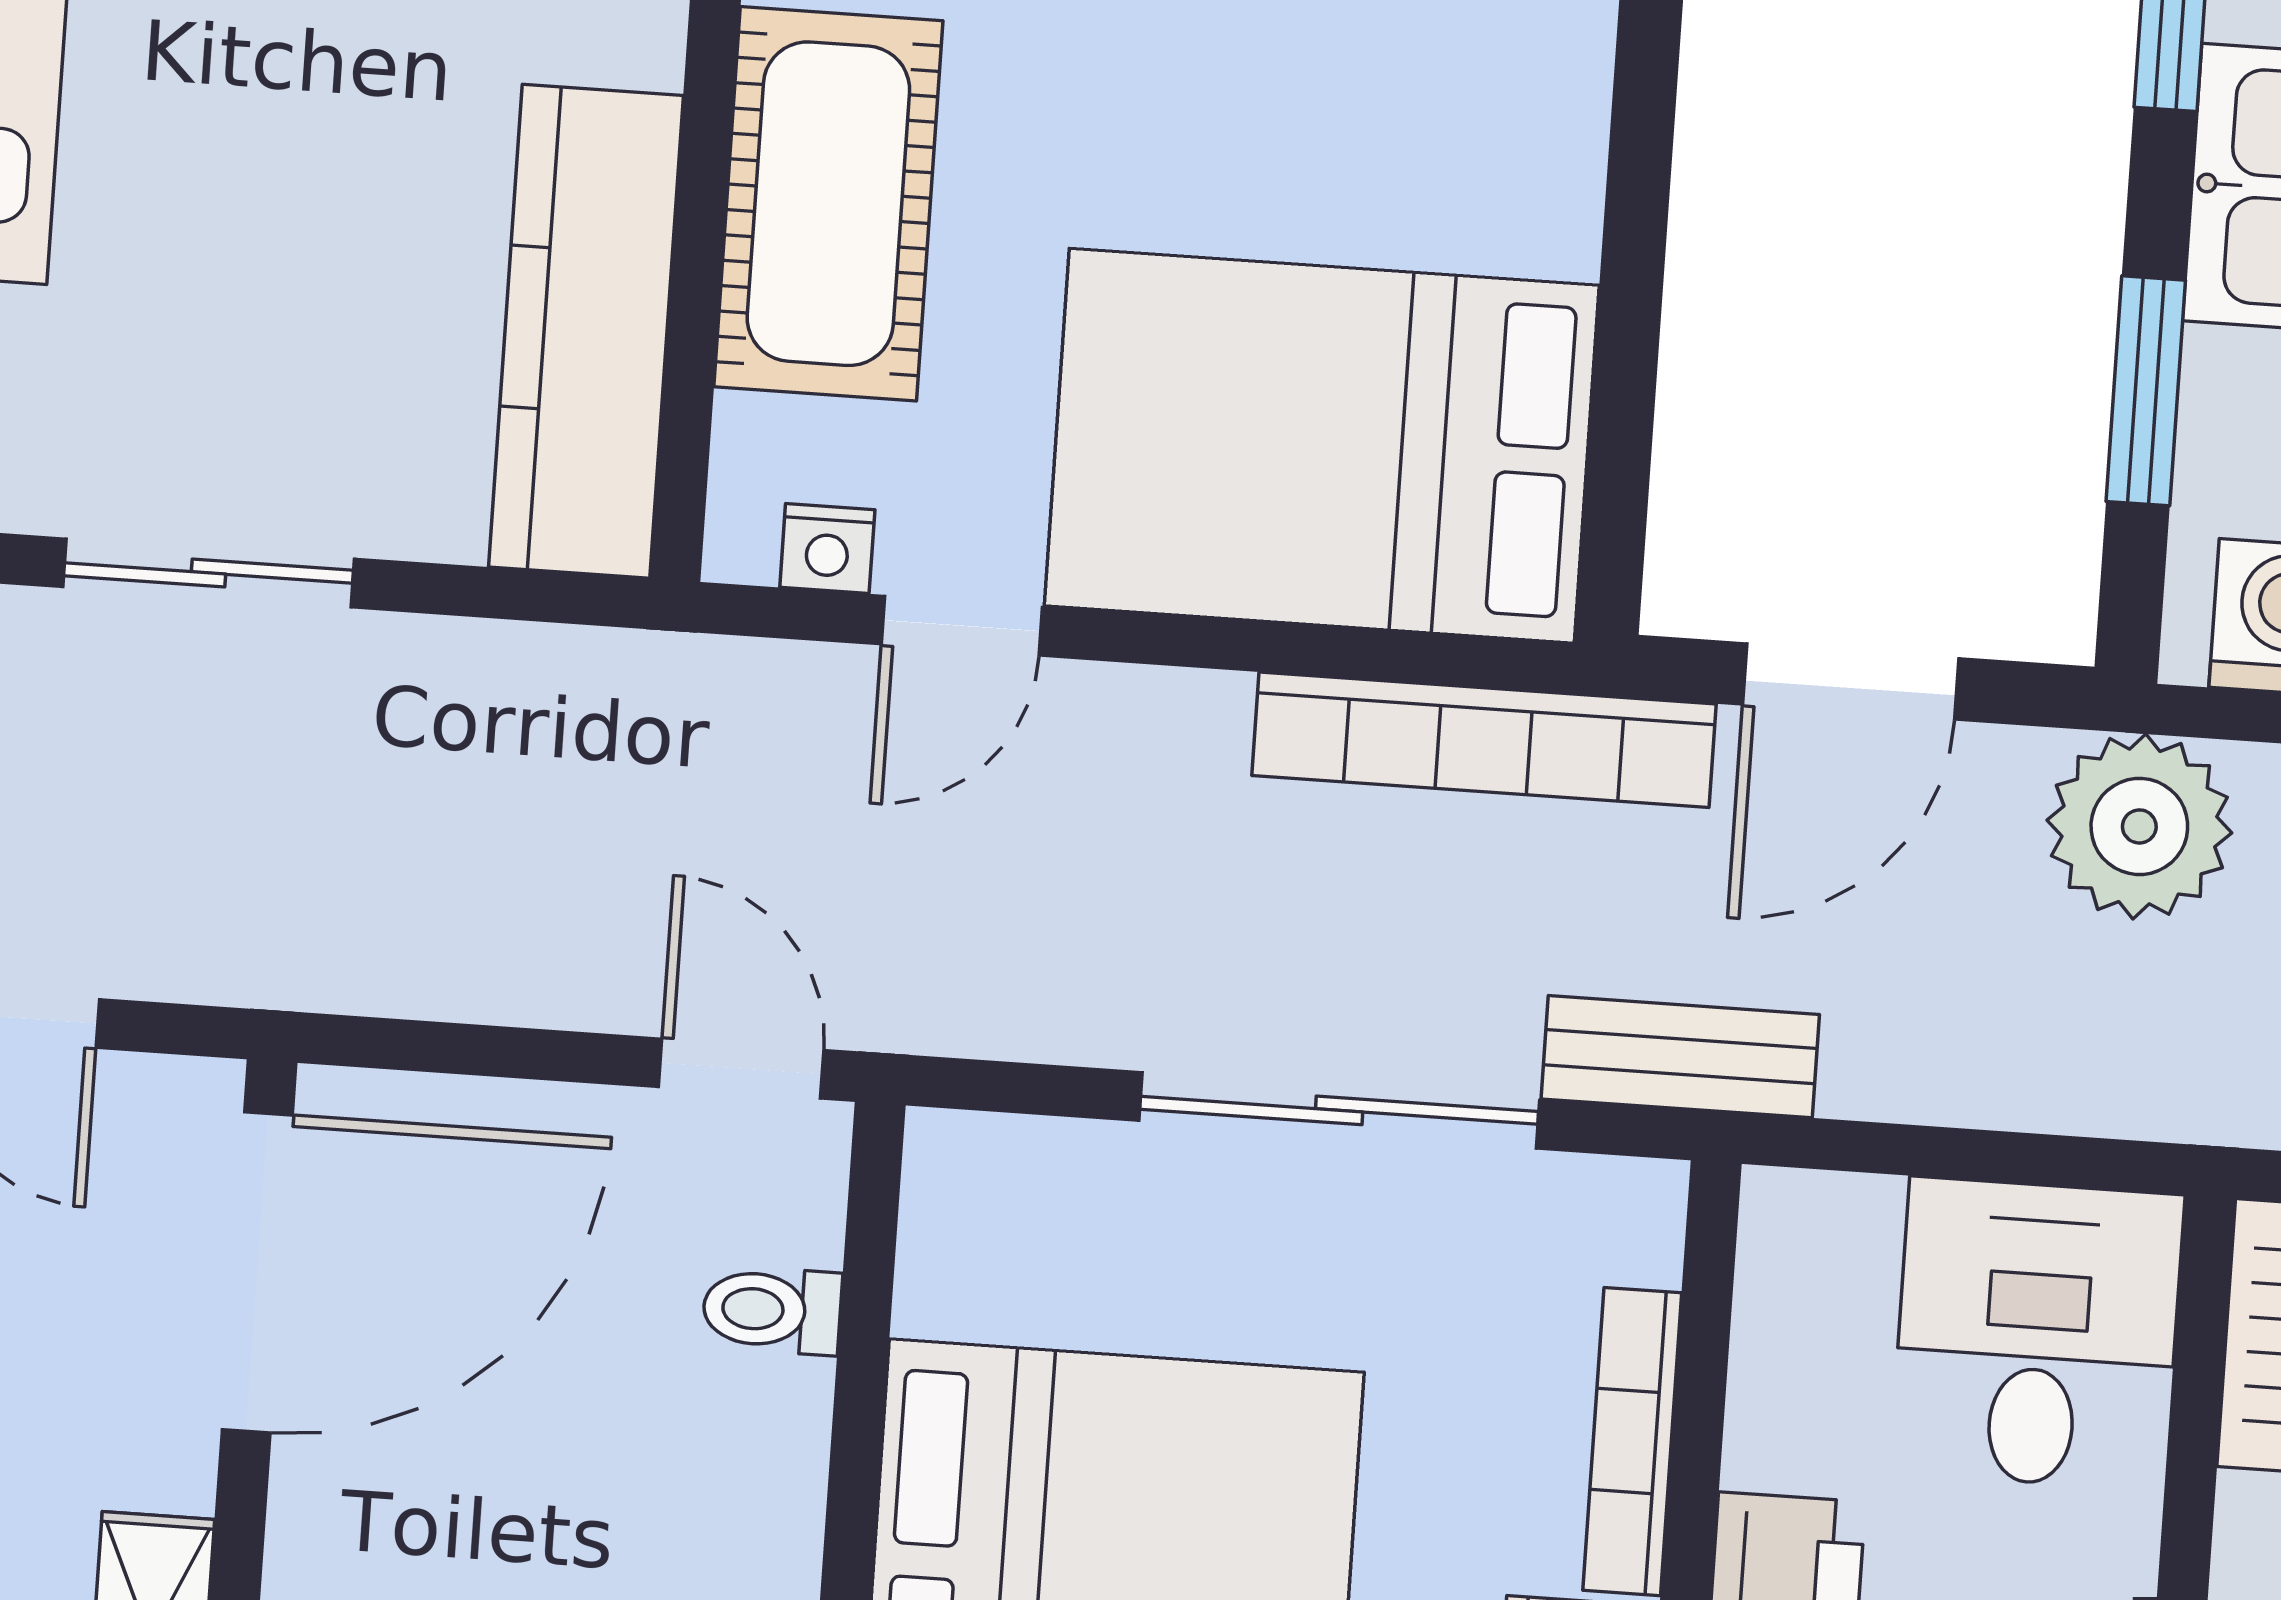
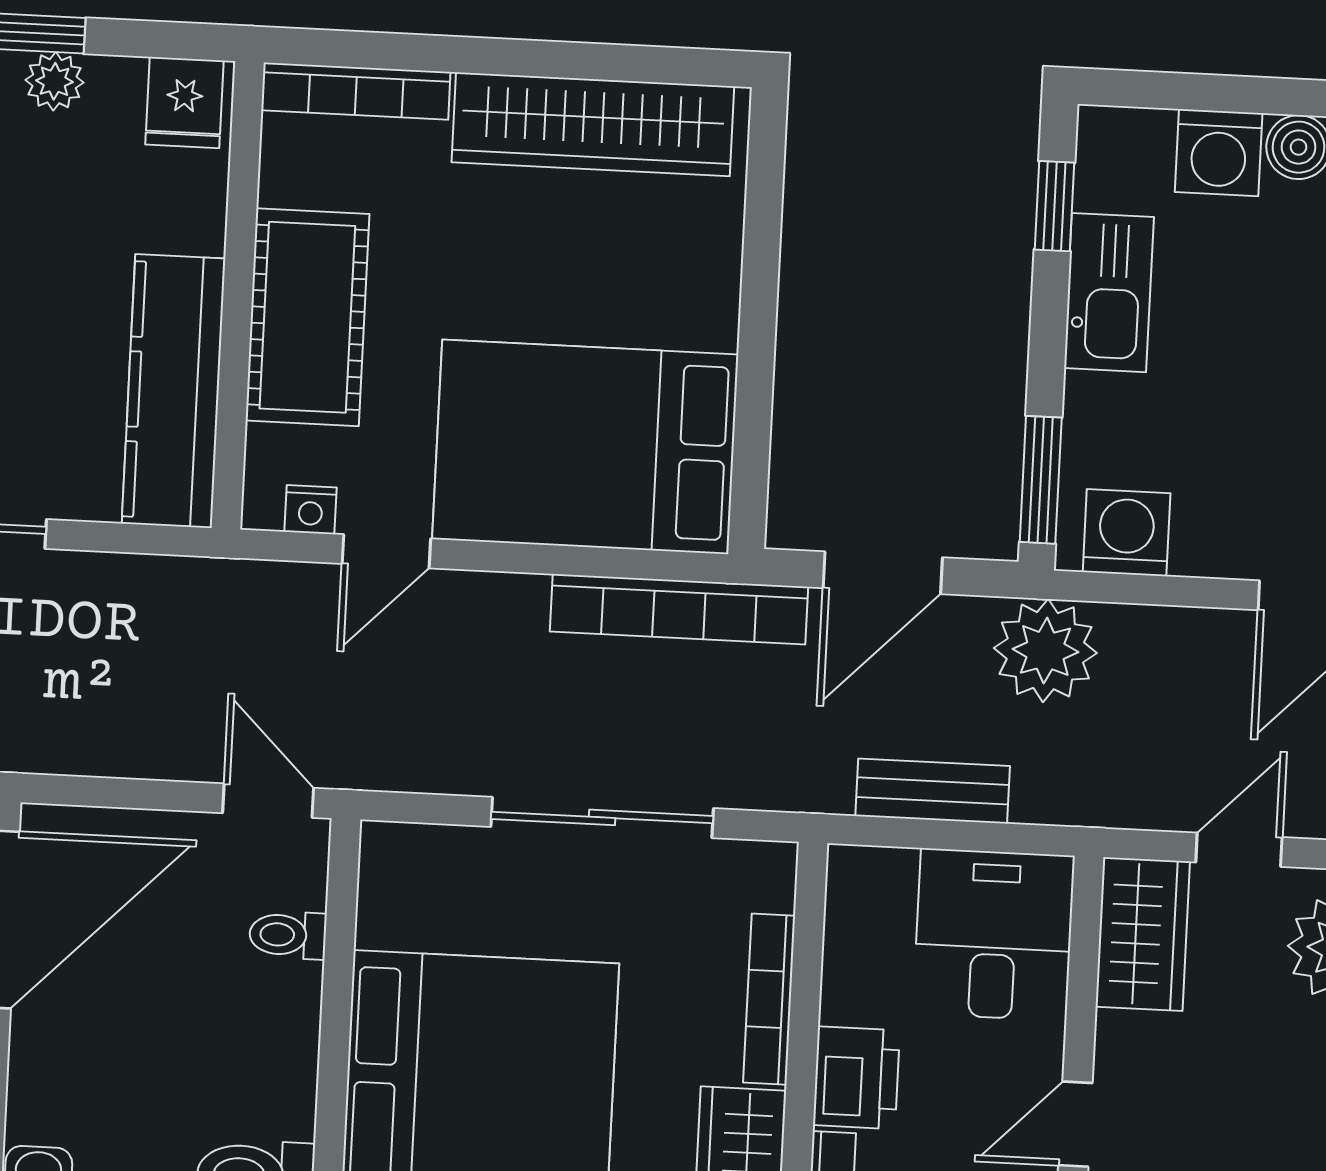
window: (2146, 391) -> (1041, 480), moved
bench: (1680, 1057) -> (933, 791), moved

